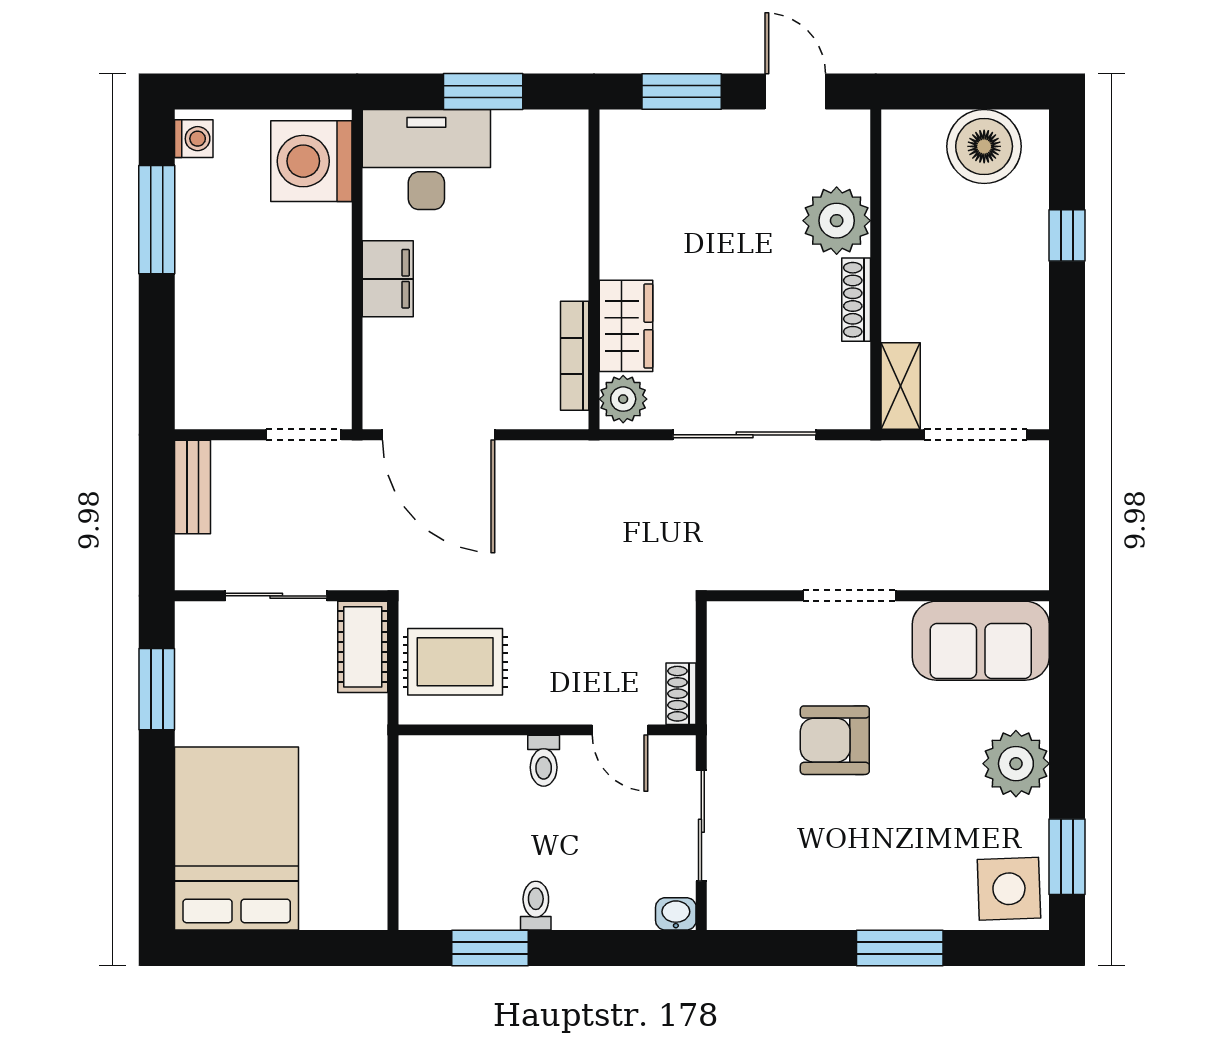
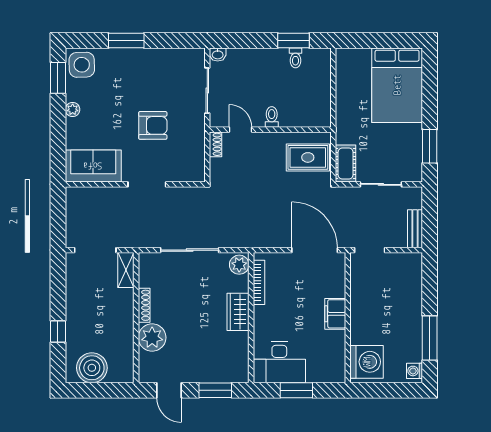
desk: (426, 160) -> (279, 362), moved
wardrobe: (626, 326) -> (238, 312), moved
plant: (1016, 764) -> (73, 110), width x0.53, depth x0.53
toilet: (536, 906) -> (295, 58), moved

